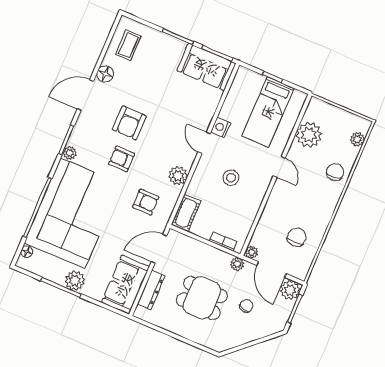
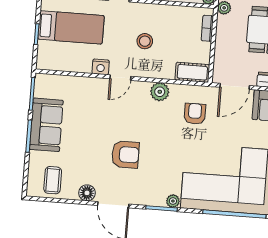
coffee table: (128, 45) -> (53, 180), turned 90
sofa: (206, 67) -> (46, 125), moved
armchair: (122, 159) -> (162, 150), removed
door: (159, 249) -> (235, 86), hinge flipped

